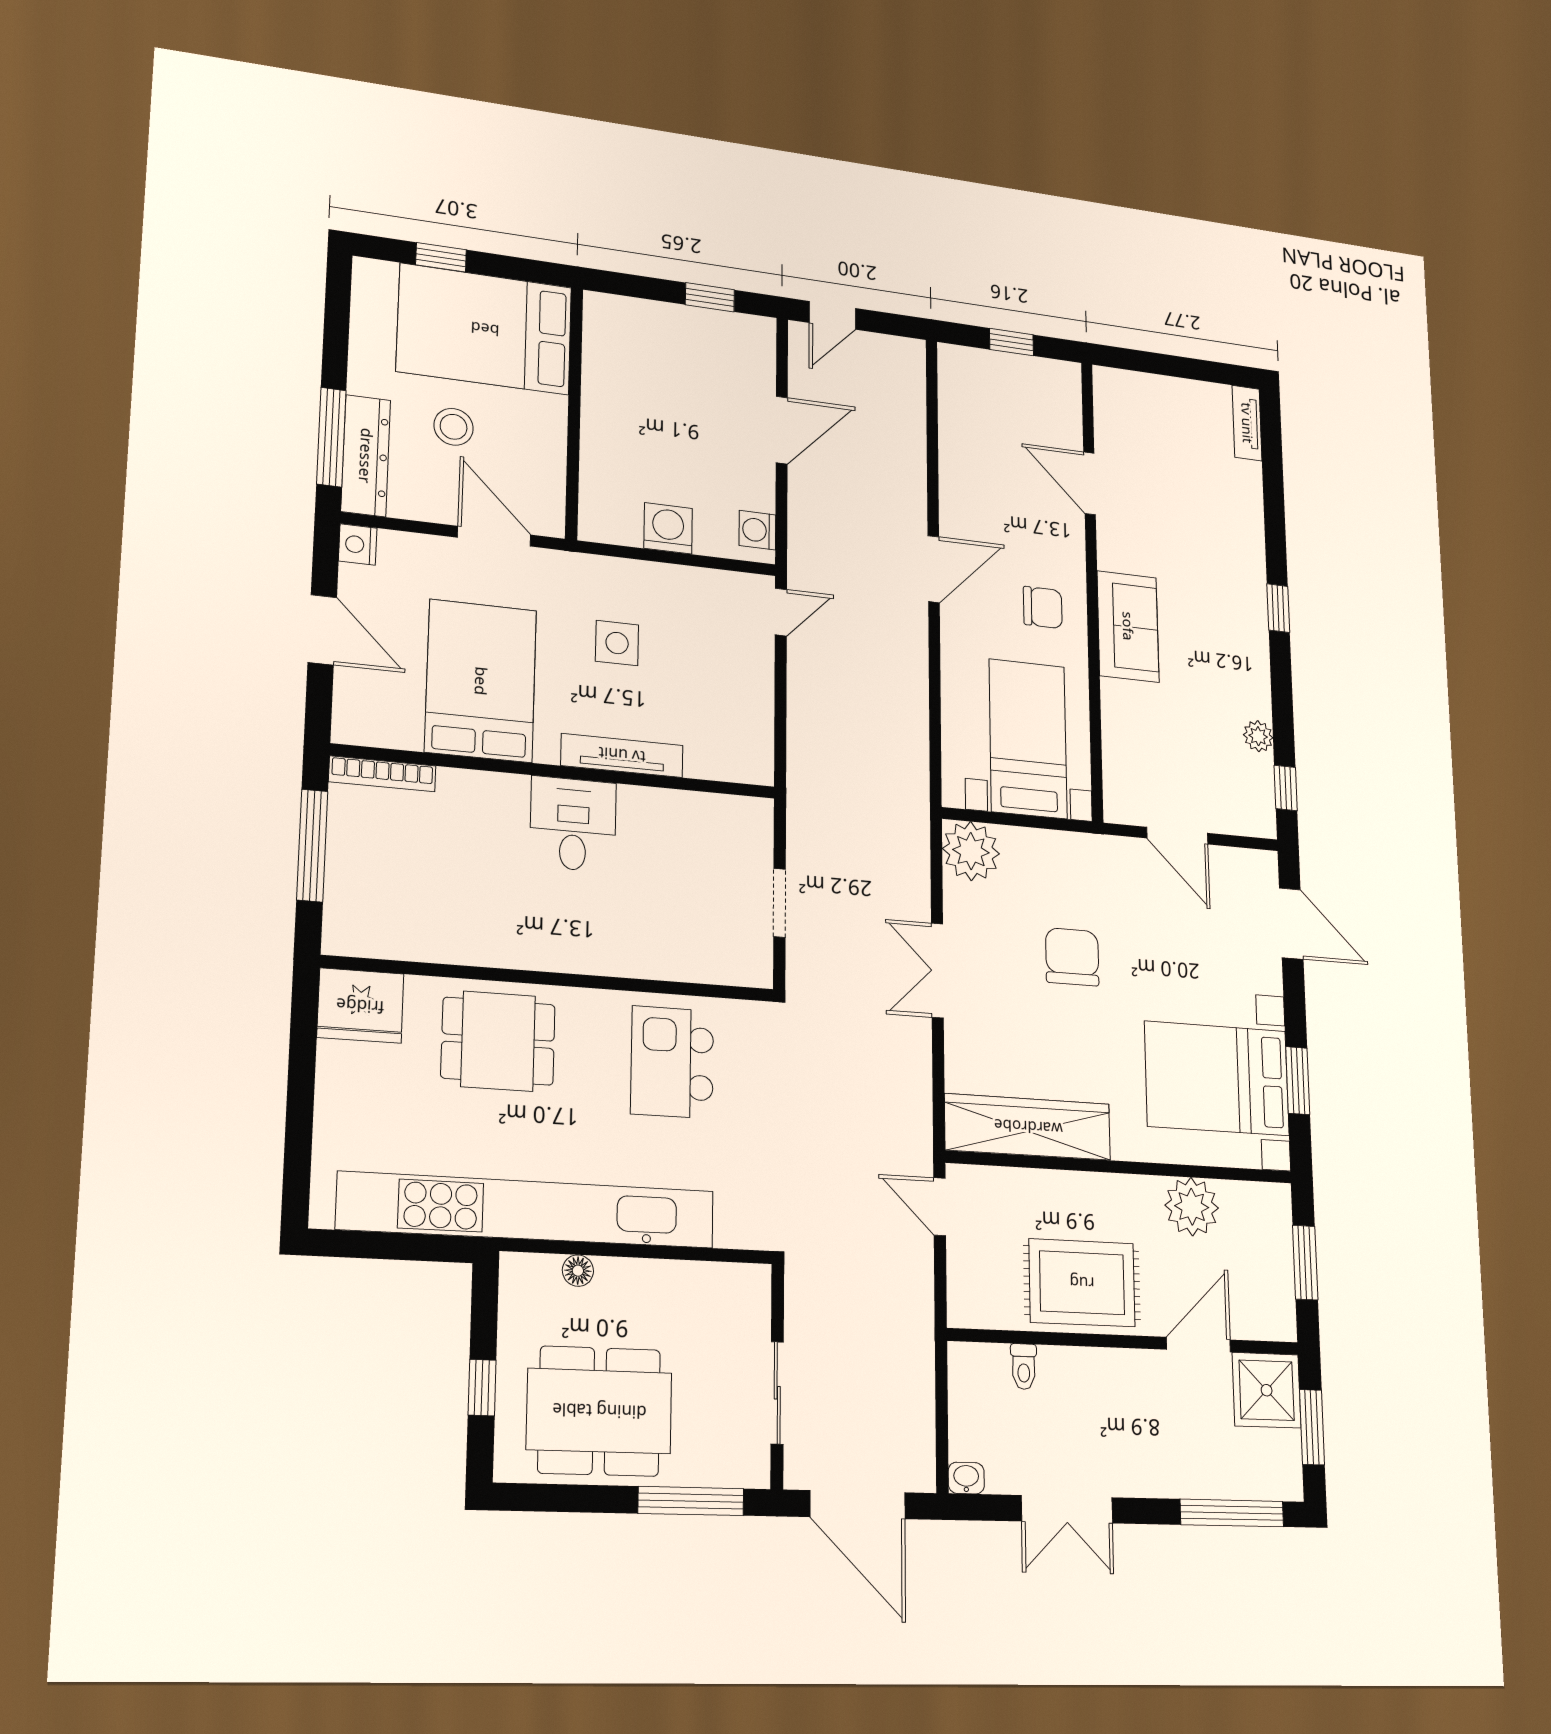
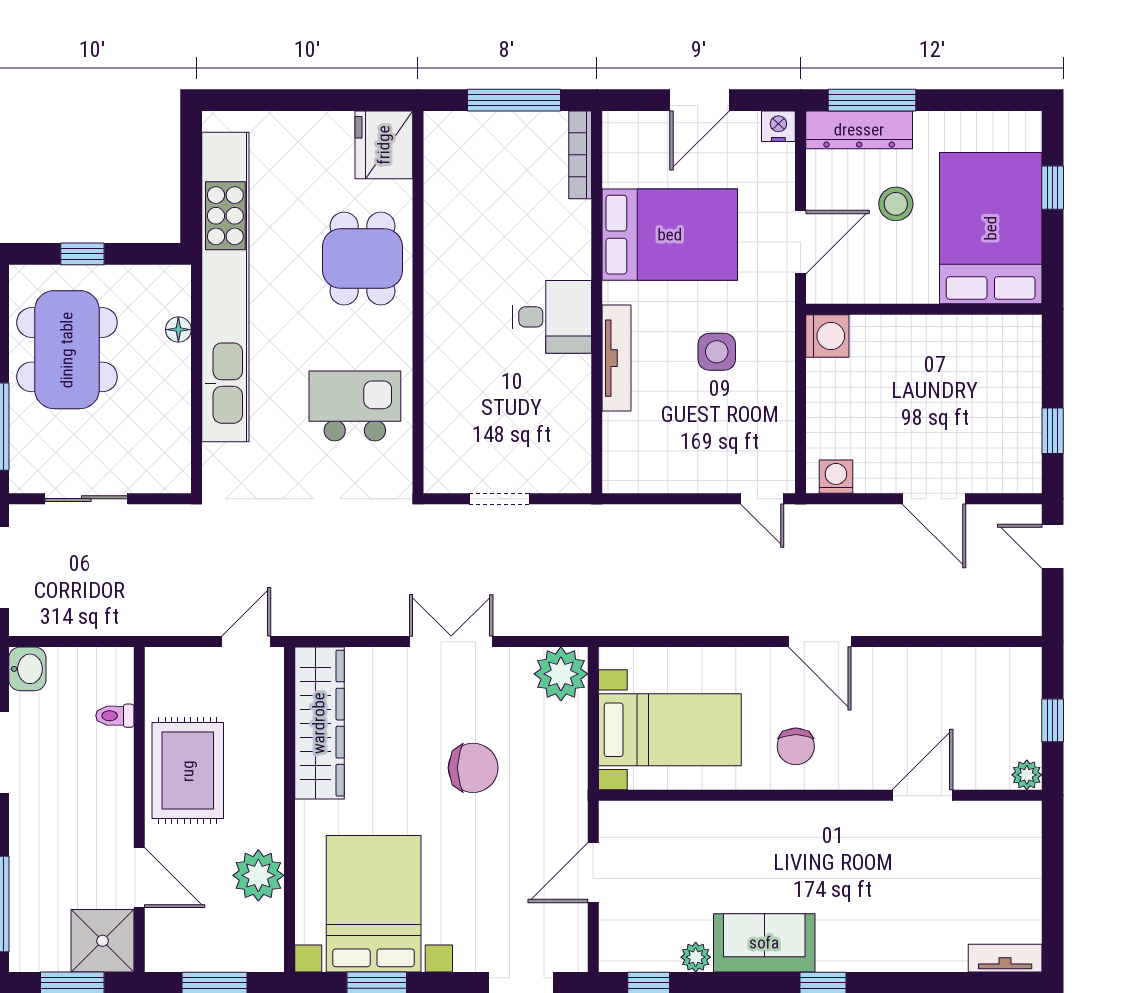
plant: (1067, 376) -> (1027, 775), added
washing machine: (668, 528) -> (827, 336), moved
sofa: (1128, 626) -> (764, 943), moved, turned 180
washbasin: (966, 1478) -> (27, 669), width x1.38, depth x1.45

